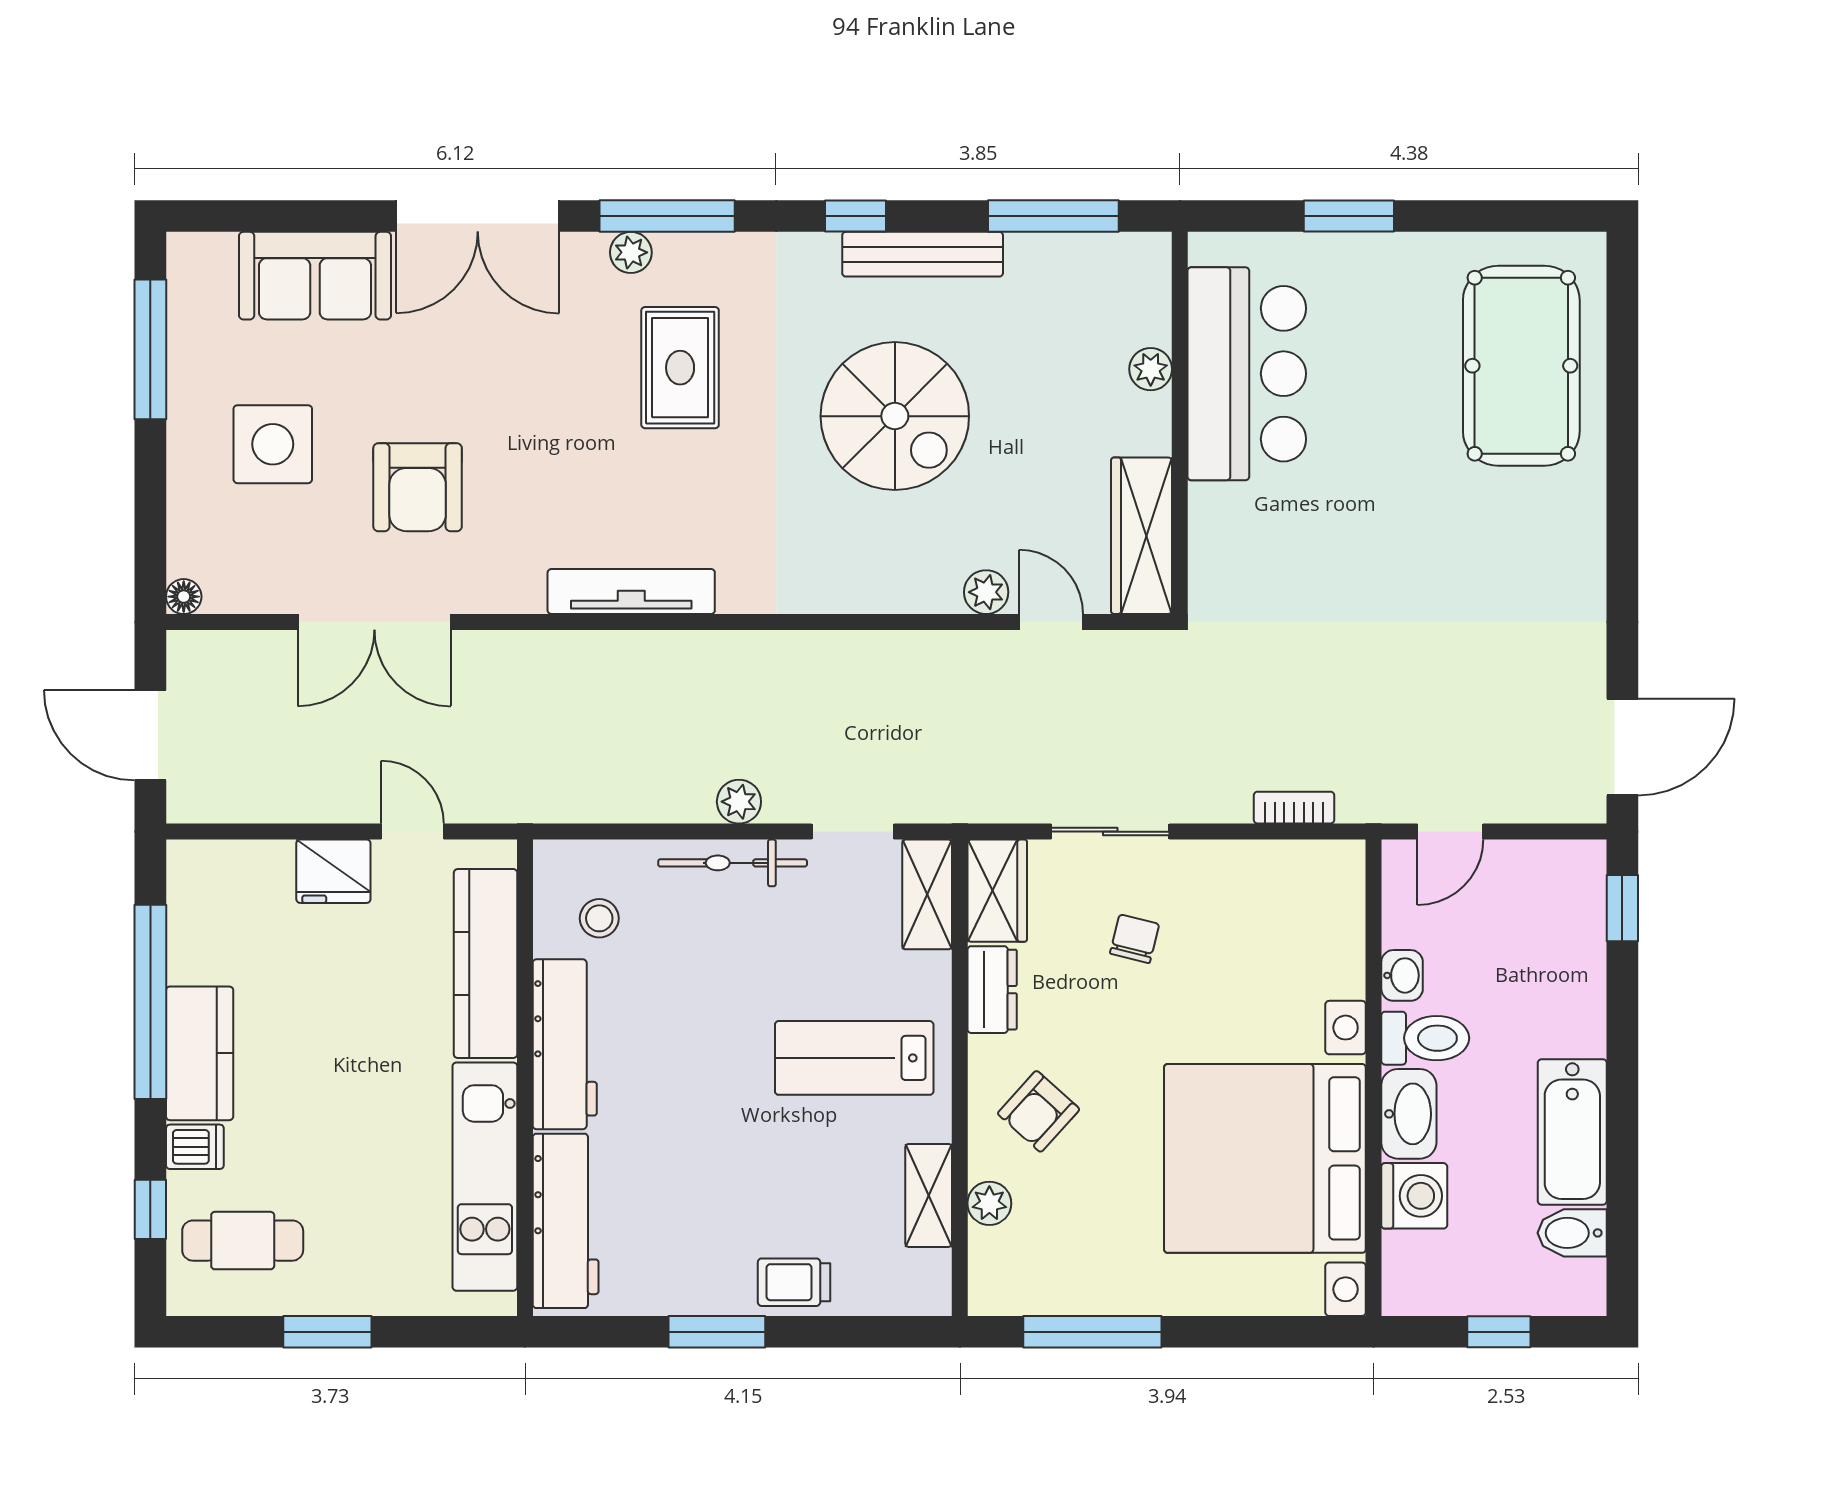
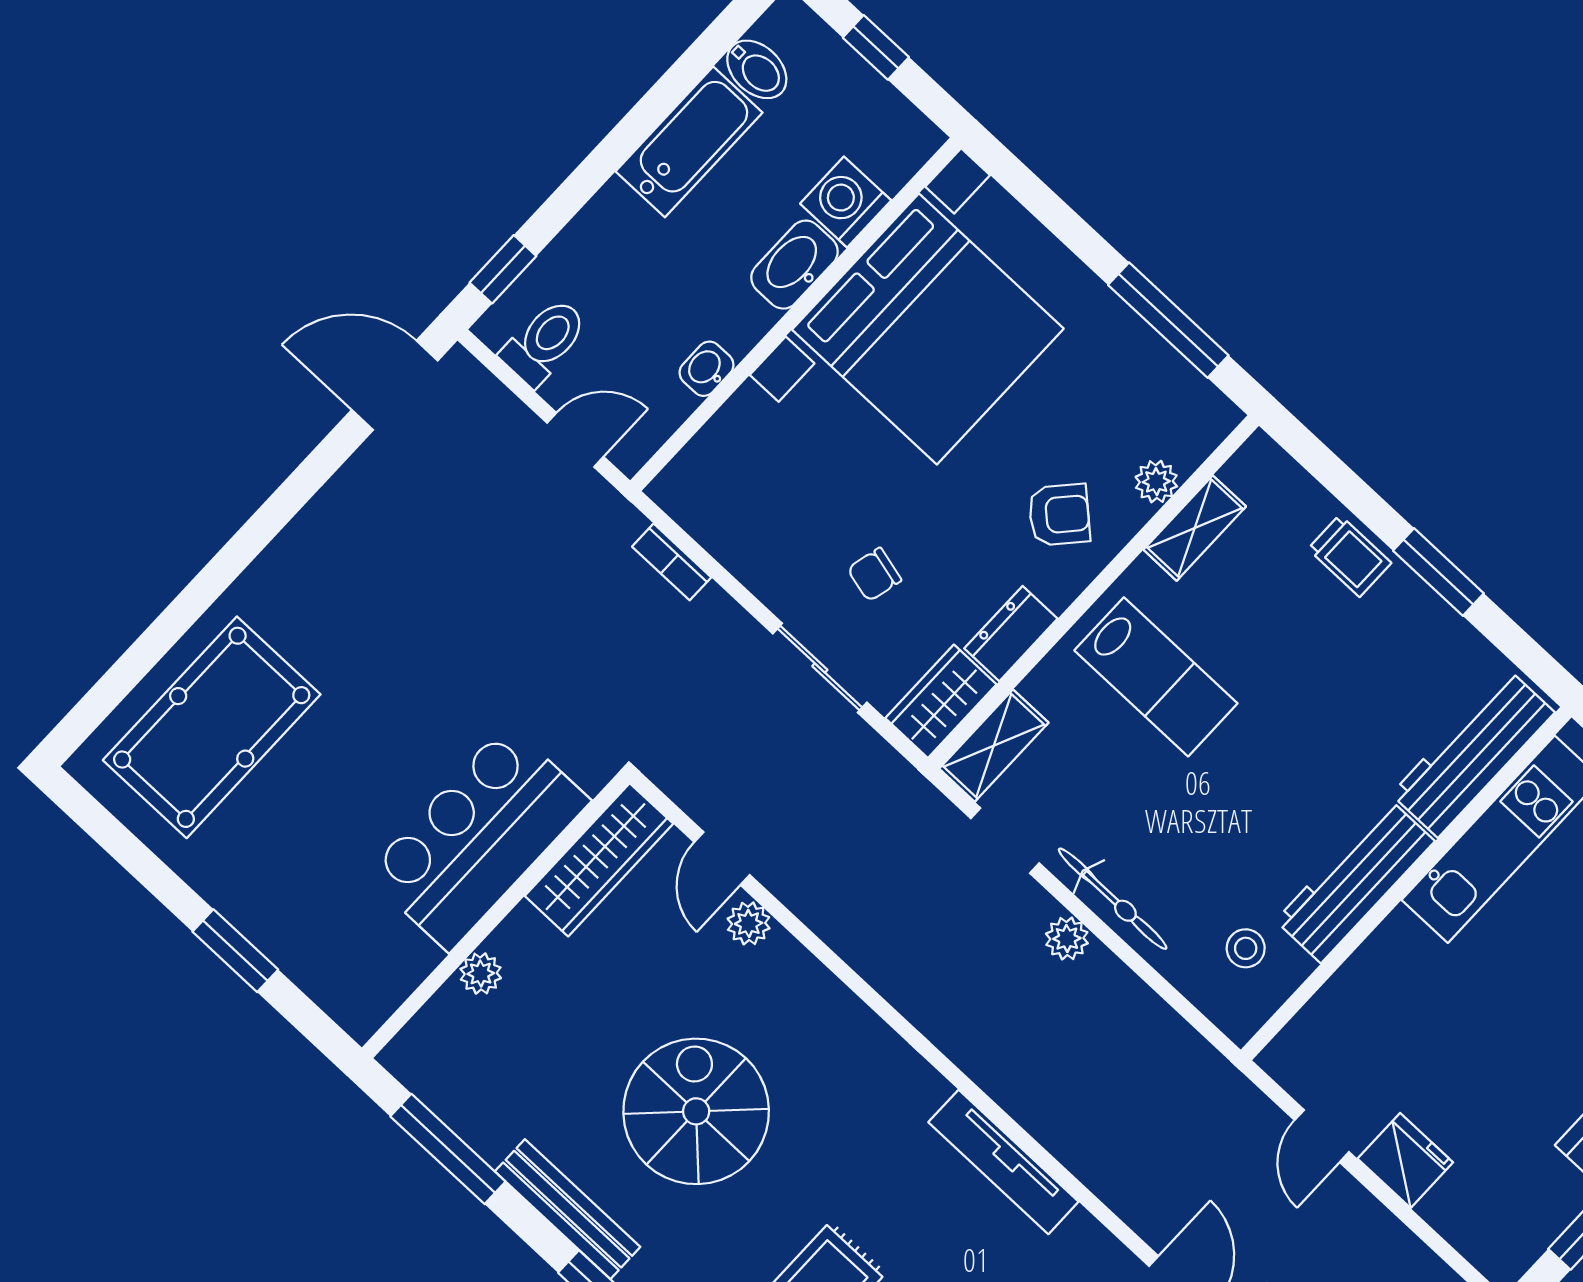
bar counter: (1247, 374) -> (478, 838), moved
kitchen counter: (486, 964) -> (1358, 992), removed
toilet: (1425, 1038) -> (544, 342), moved, turned 90

